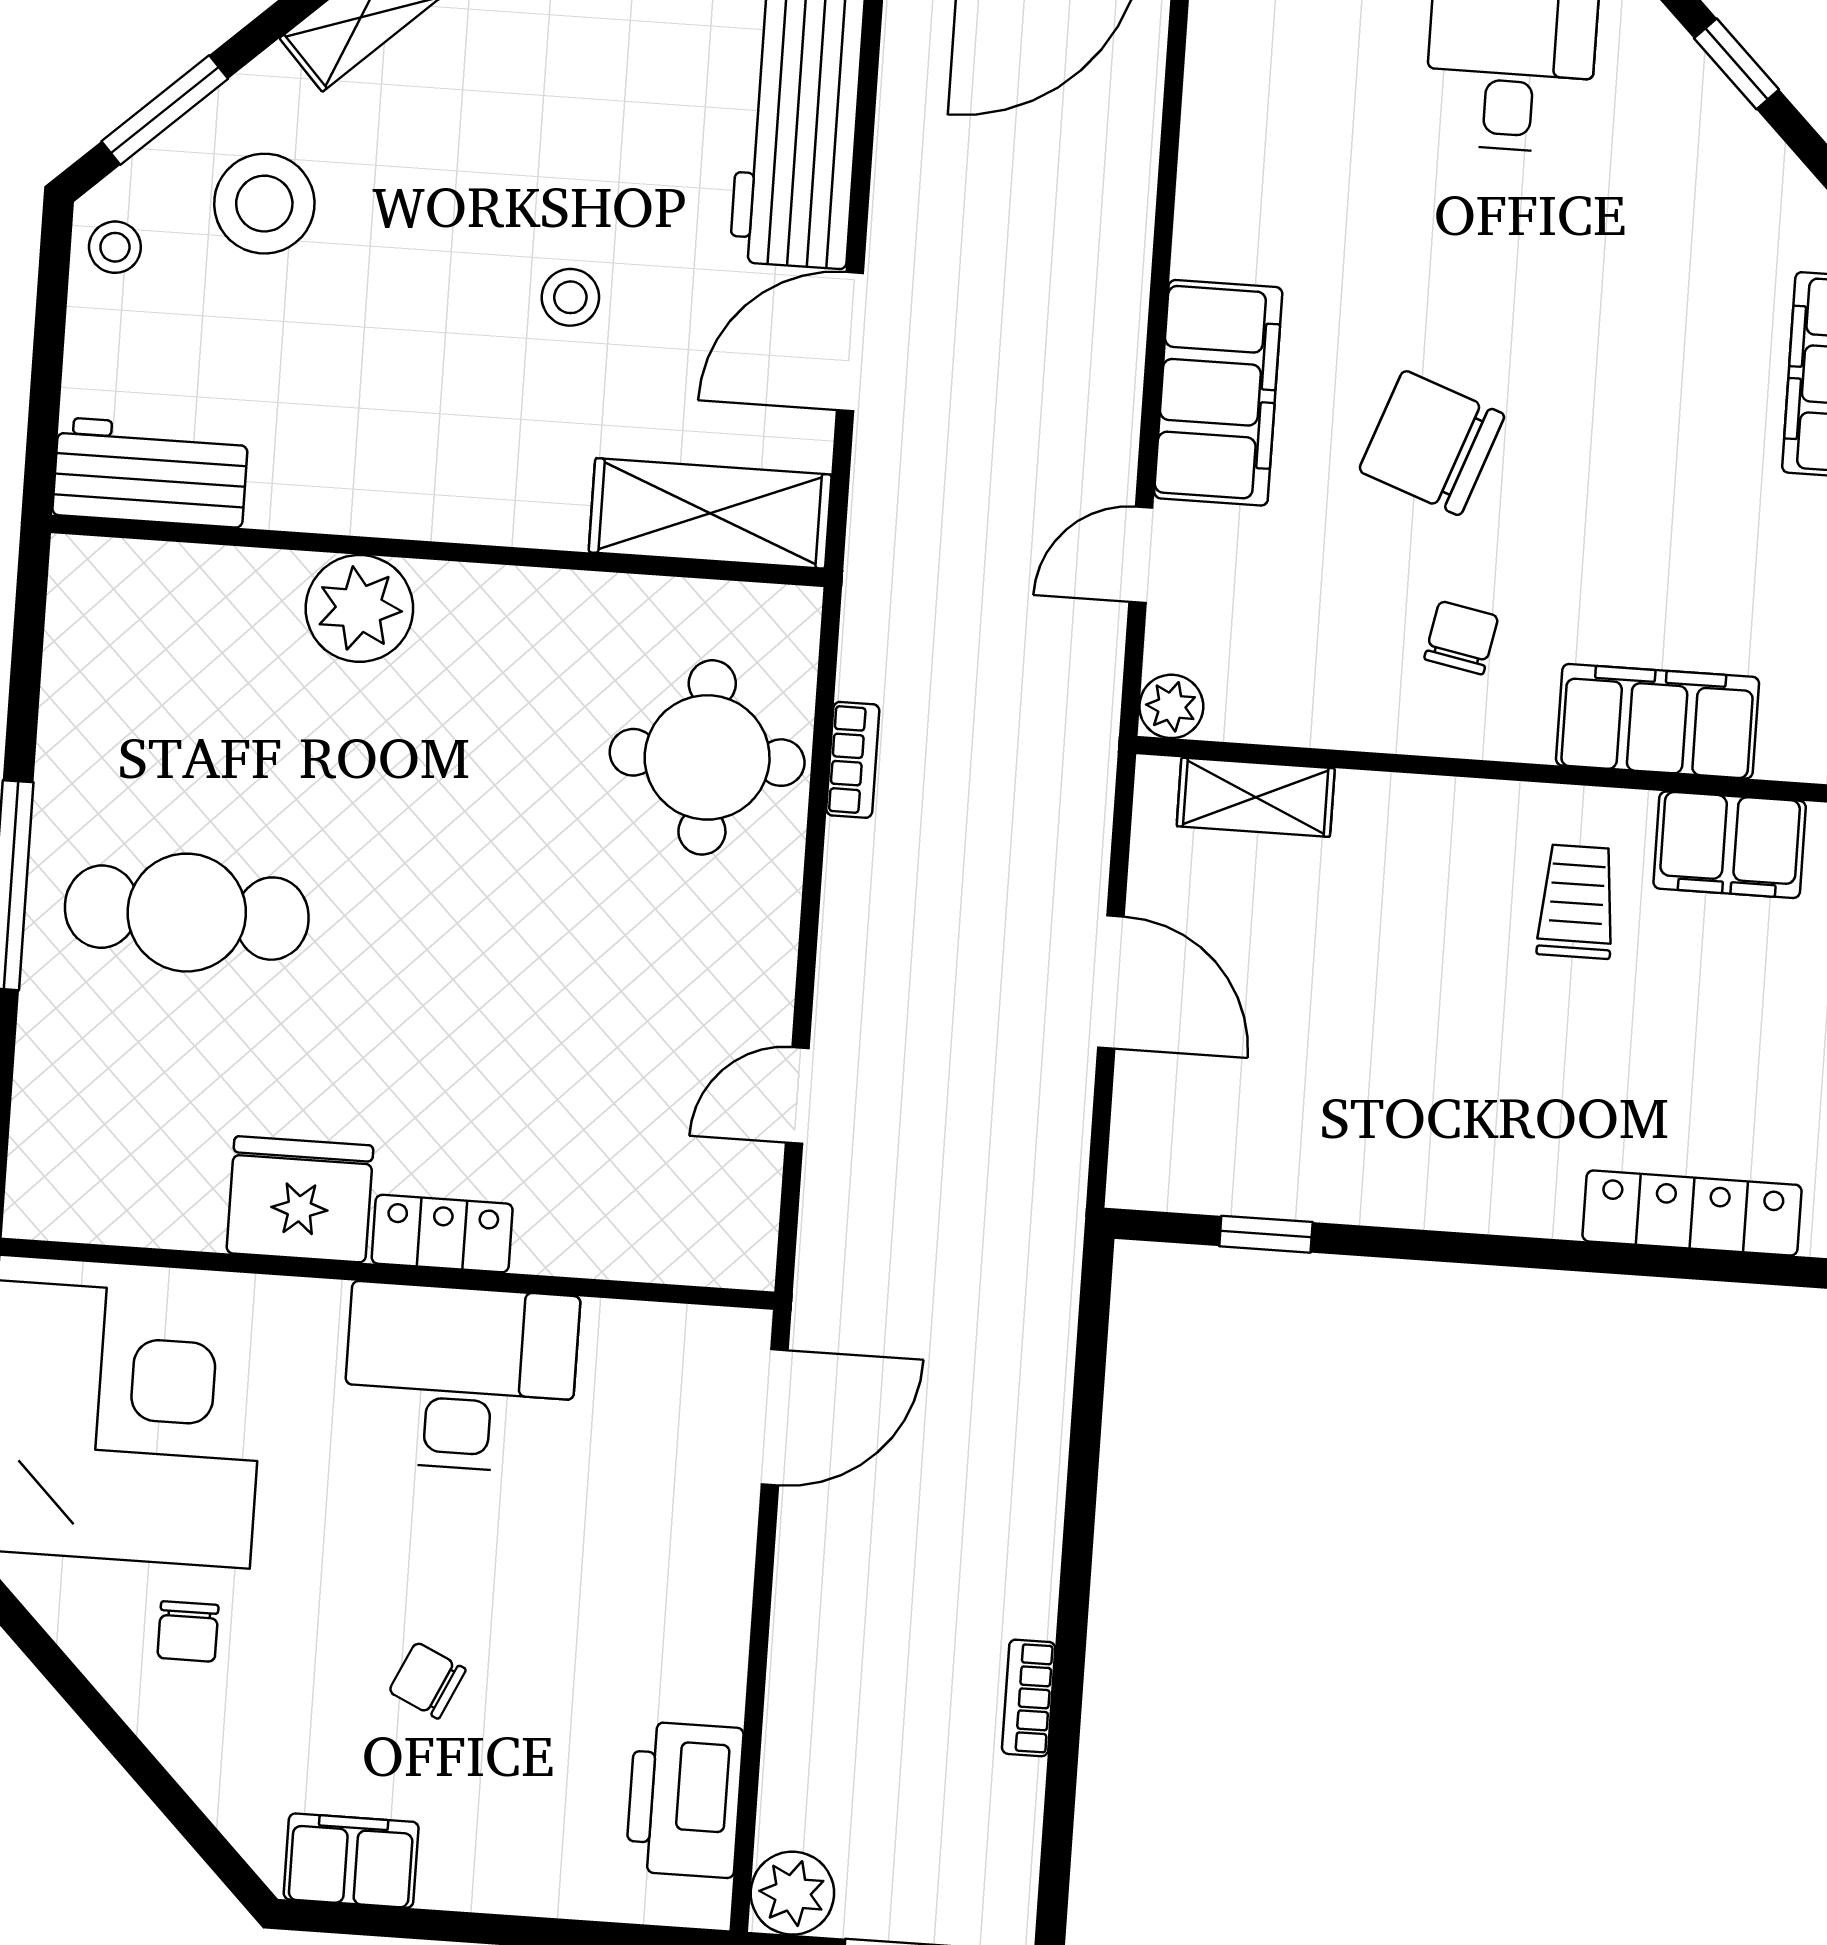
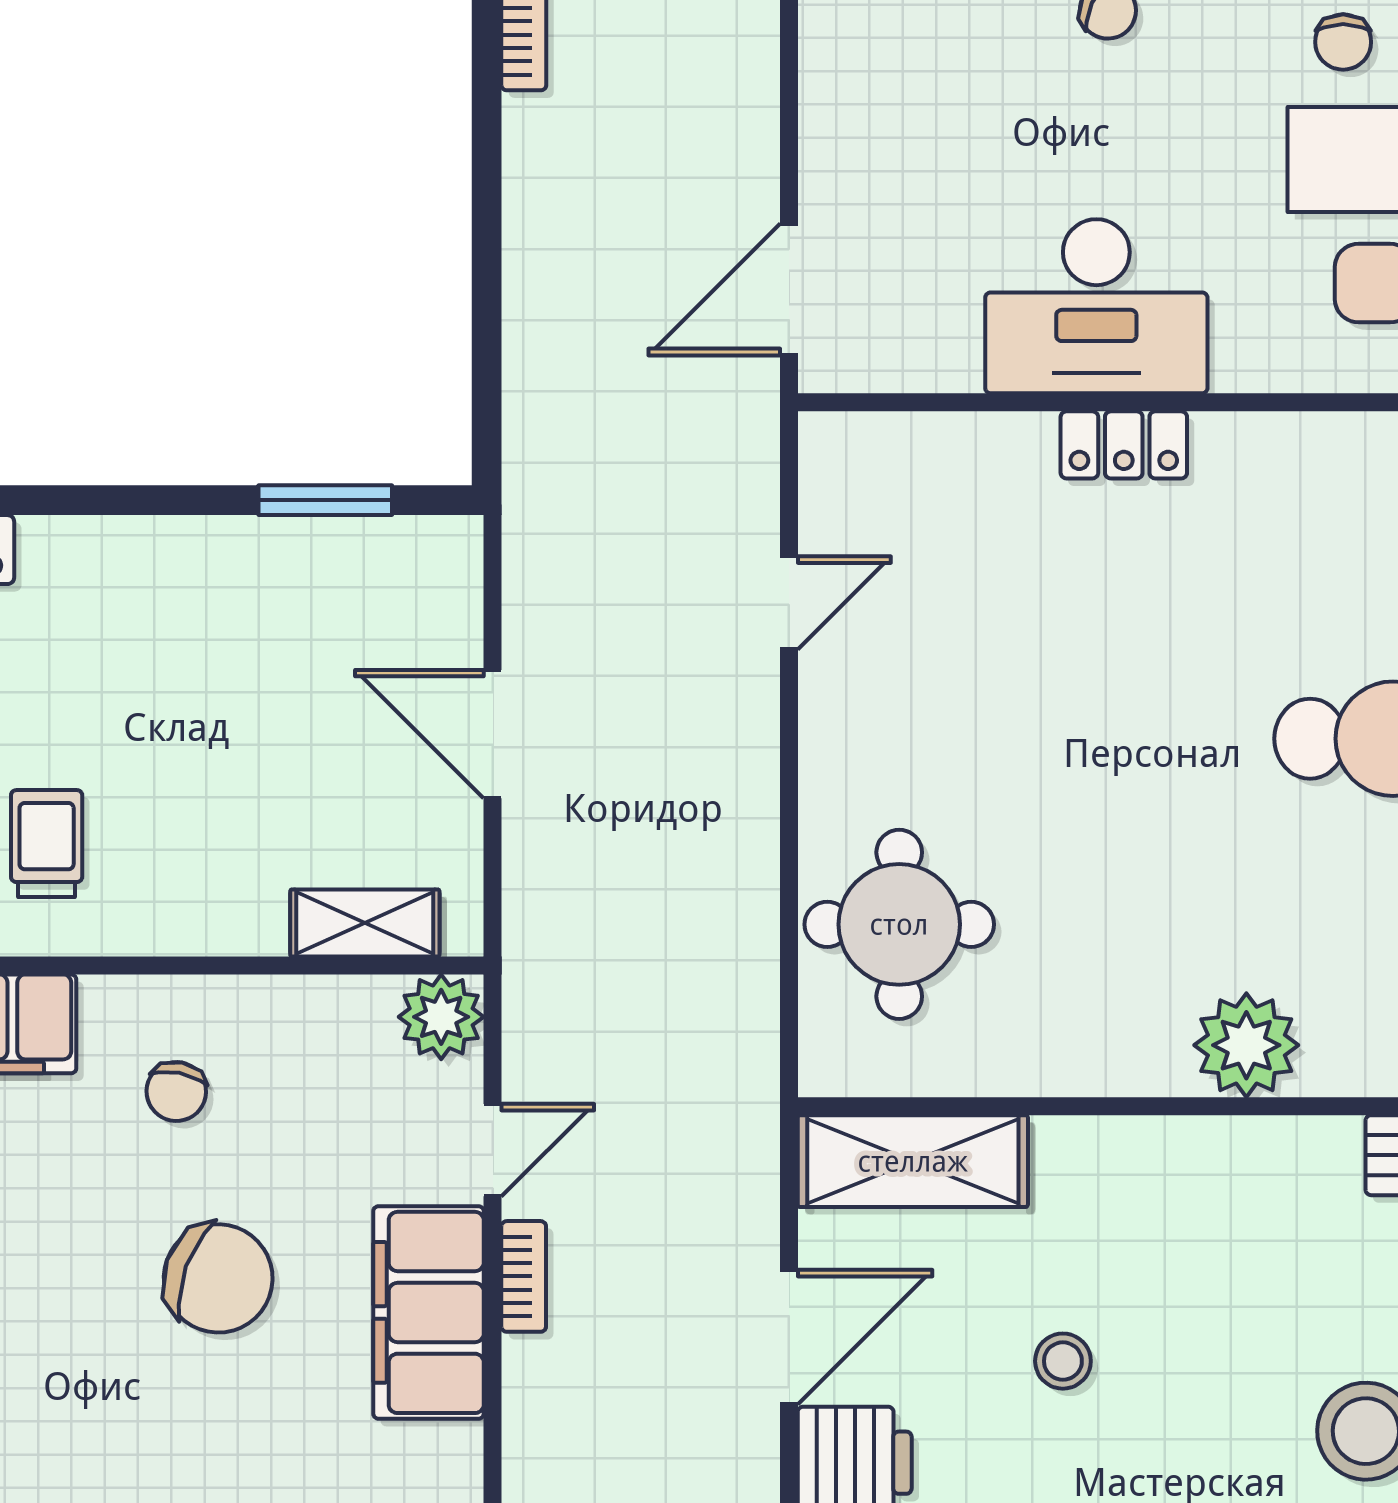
plant: (1171, 706) -> (441, 1017), width x1.38, depth x1.38
bookcase: (853, 760) -> (524, 1276), moved, turned 180
trolley: (1577, 902) -> (47, 844), turned 180
fridge: (300, 1199) -> (1264, 468), removed
window: (1266, 1234) -> (325, 500), width x1.50
chair: (188, 1631) -> (1343, 42), turned 180

